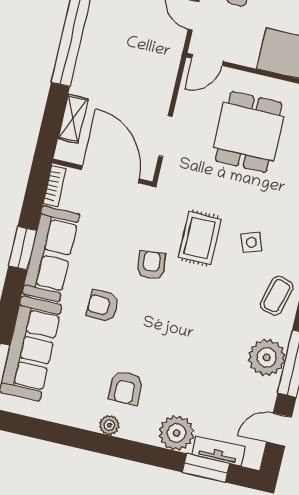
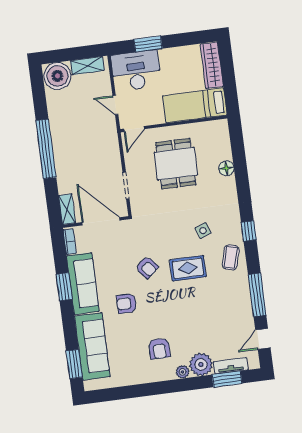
shelving: (73, 119) -> (67, 209), moved
rug: (200, 238) -> (188, 268), moved, turned 90
armchair: (151, 265) -> (147, 267), turned 146
plant: (267, 357) -> (239, 297), removed
plant: (109, 425) -> (183, 372), moved

